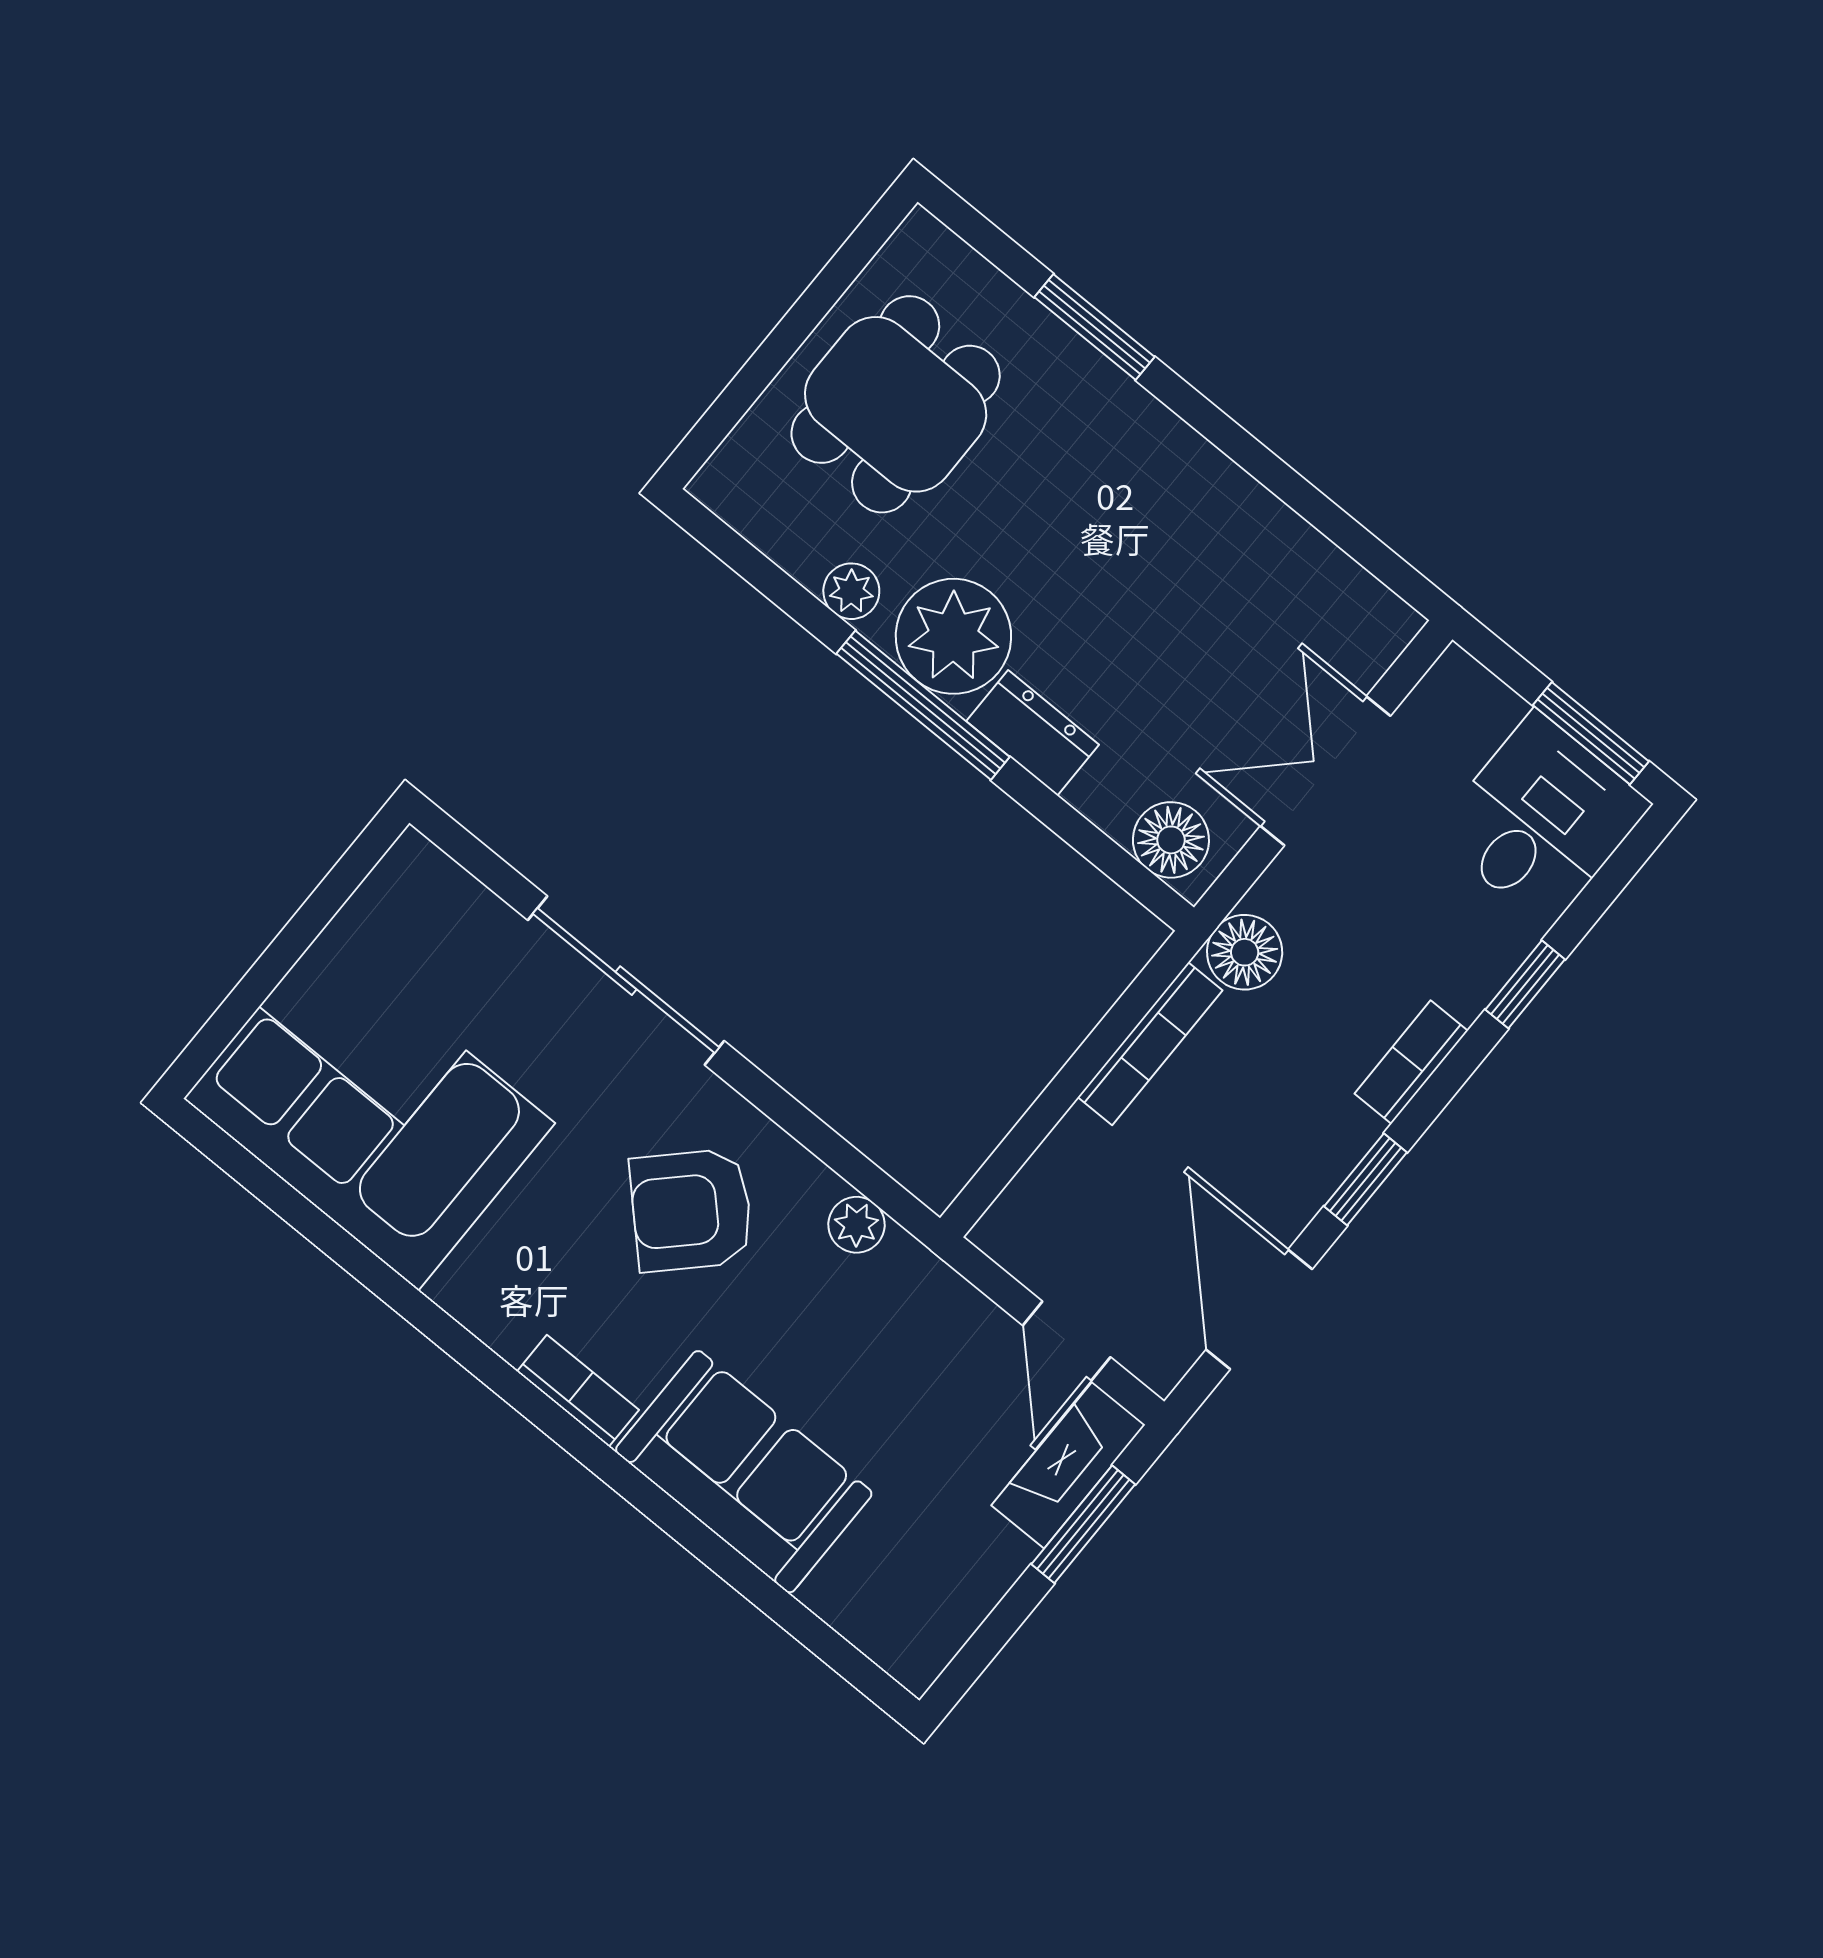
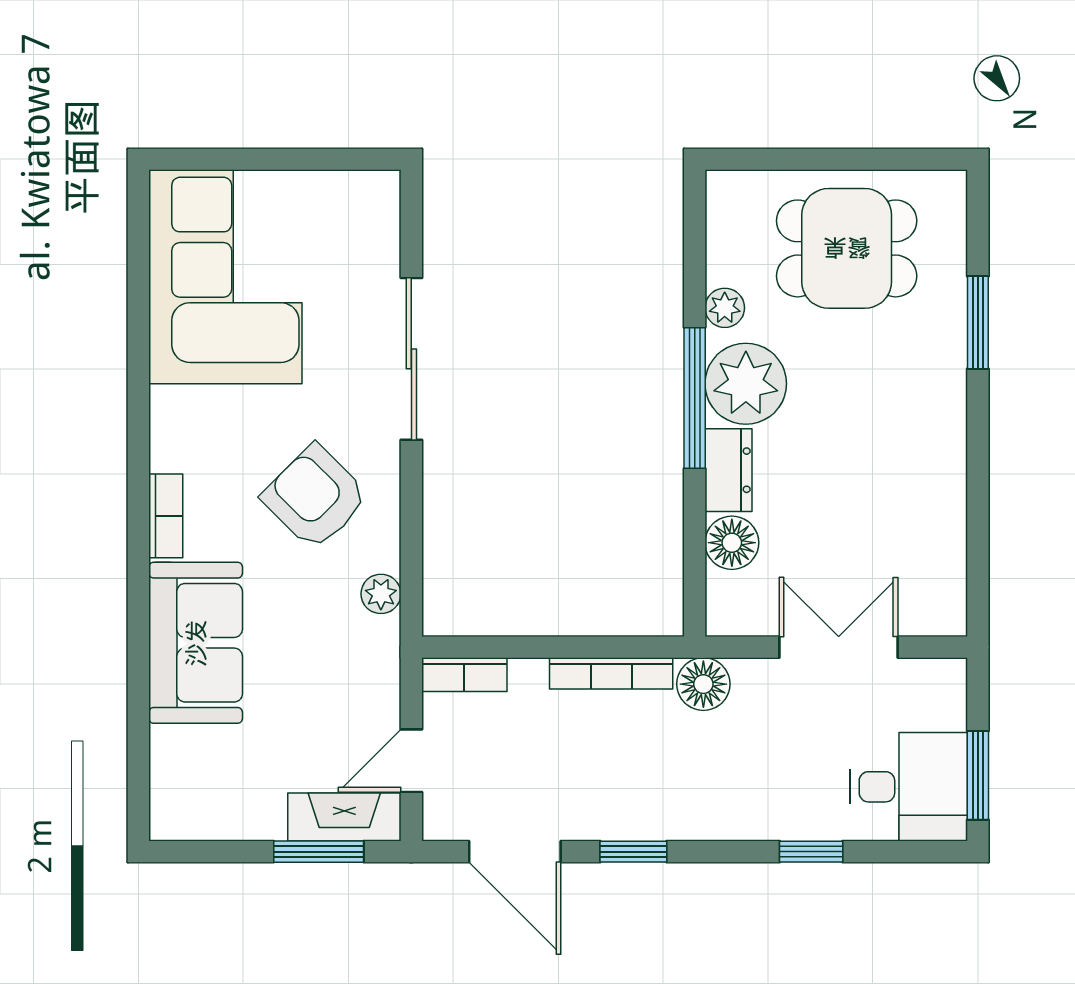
floor lamp: (1171, 840) -> (732, 543), moved
bookcase: (1411, 1062) -> (464, 675), moved, turned 180
door: (1259, 1309) -> (515, 852), swing flipped

